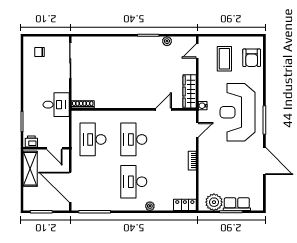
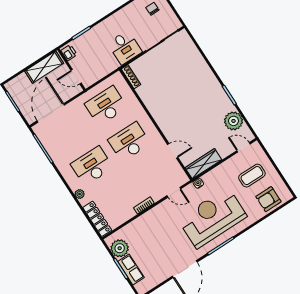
plant: (167, 41) -> (233, 121), width x1.87, depth x1.87
desk: (56, 105) -> (125, 47), moved
door: (54, 148) -> (76, 77), hinge flipped
locker: (185, 205) -> (97, 219), width x1.53

